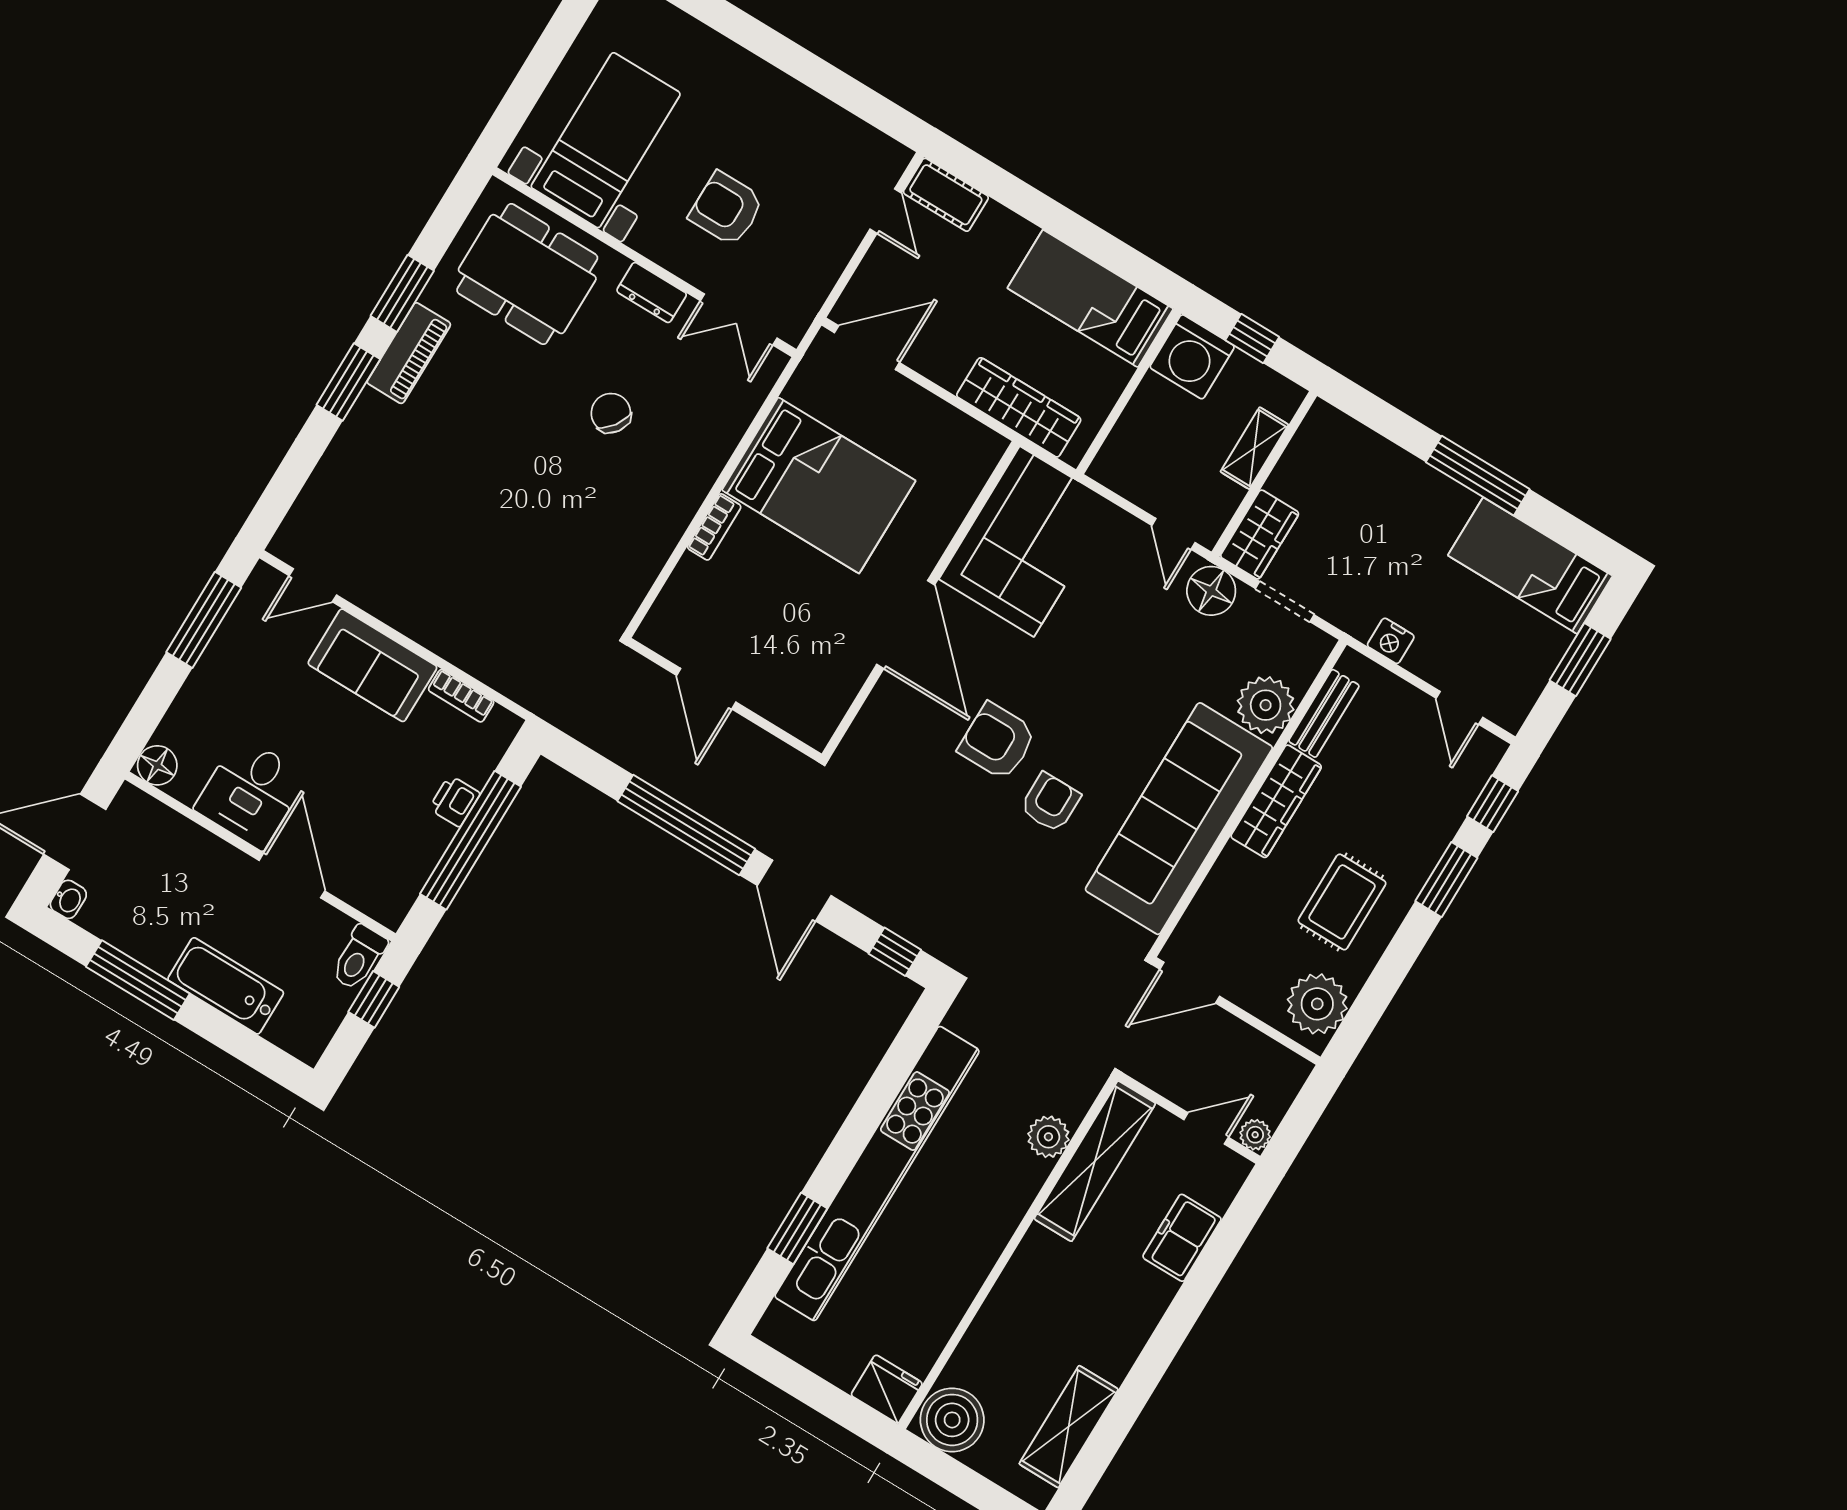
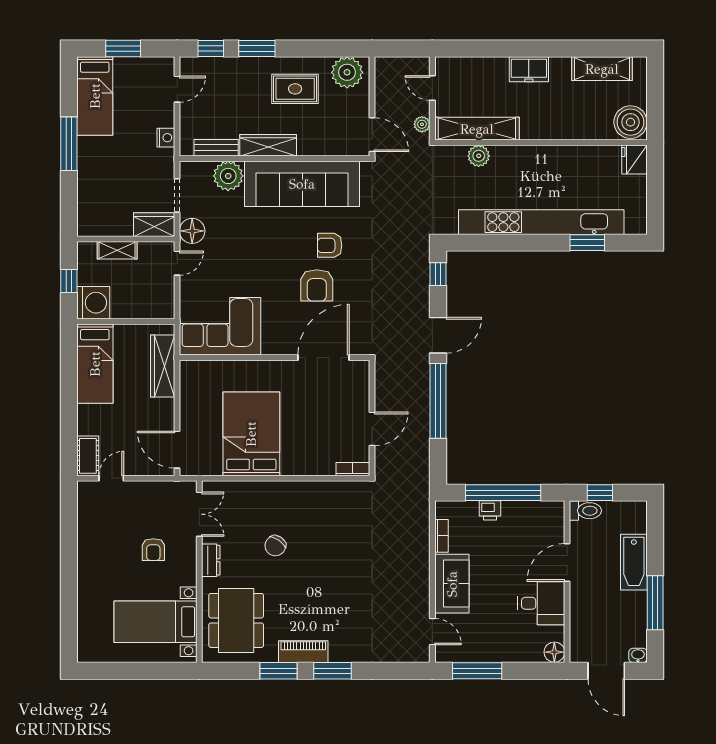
armchair: (726, 209) -> (153, 550), width x0.72, depth x0.72
bookcase: (714, 527) -> (353, 469), moved
door: (906, 625) -> (324, 358), moved
plant: (1255, 1135) -> (422, 124), moved
freezer: (1182, 1238) -> (529, 69), moved

